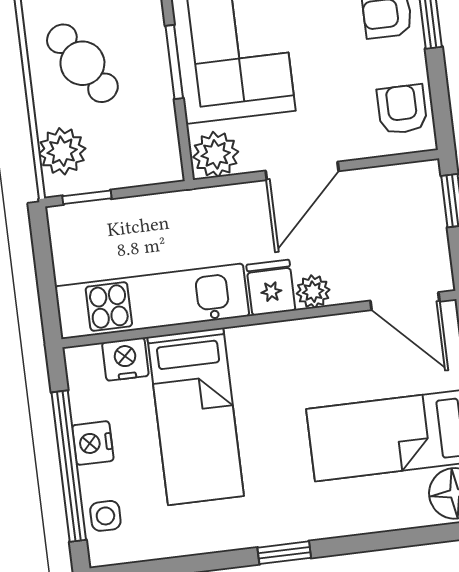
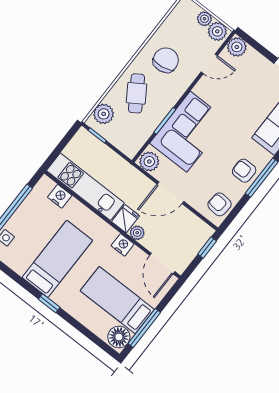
armchair: (402, 109) -> (220, 204), turned -85
bed: (196, 416) -> (57, 259), moved, turned 180
nightstand: (93, 443) -> (123, 245), moved, turned 90

